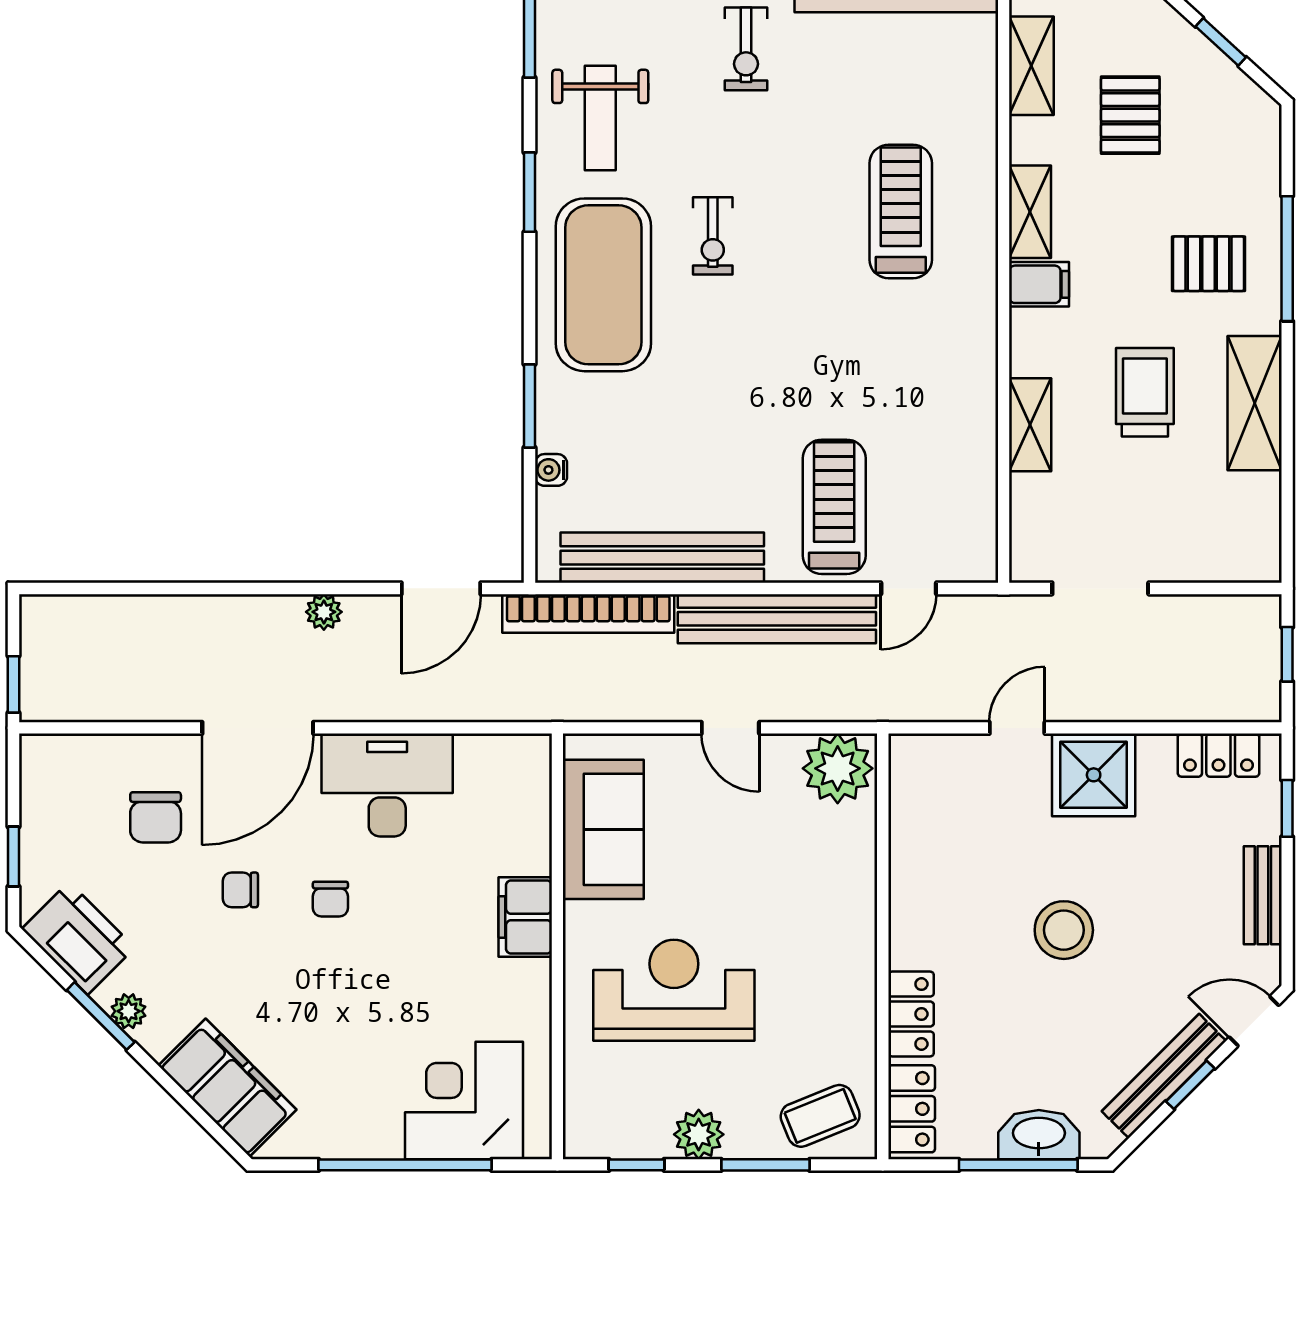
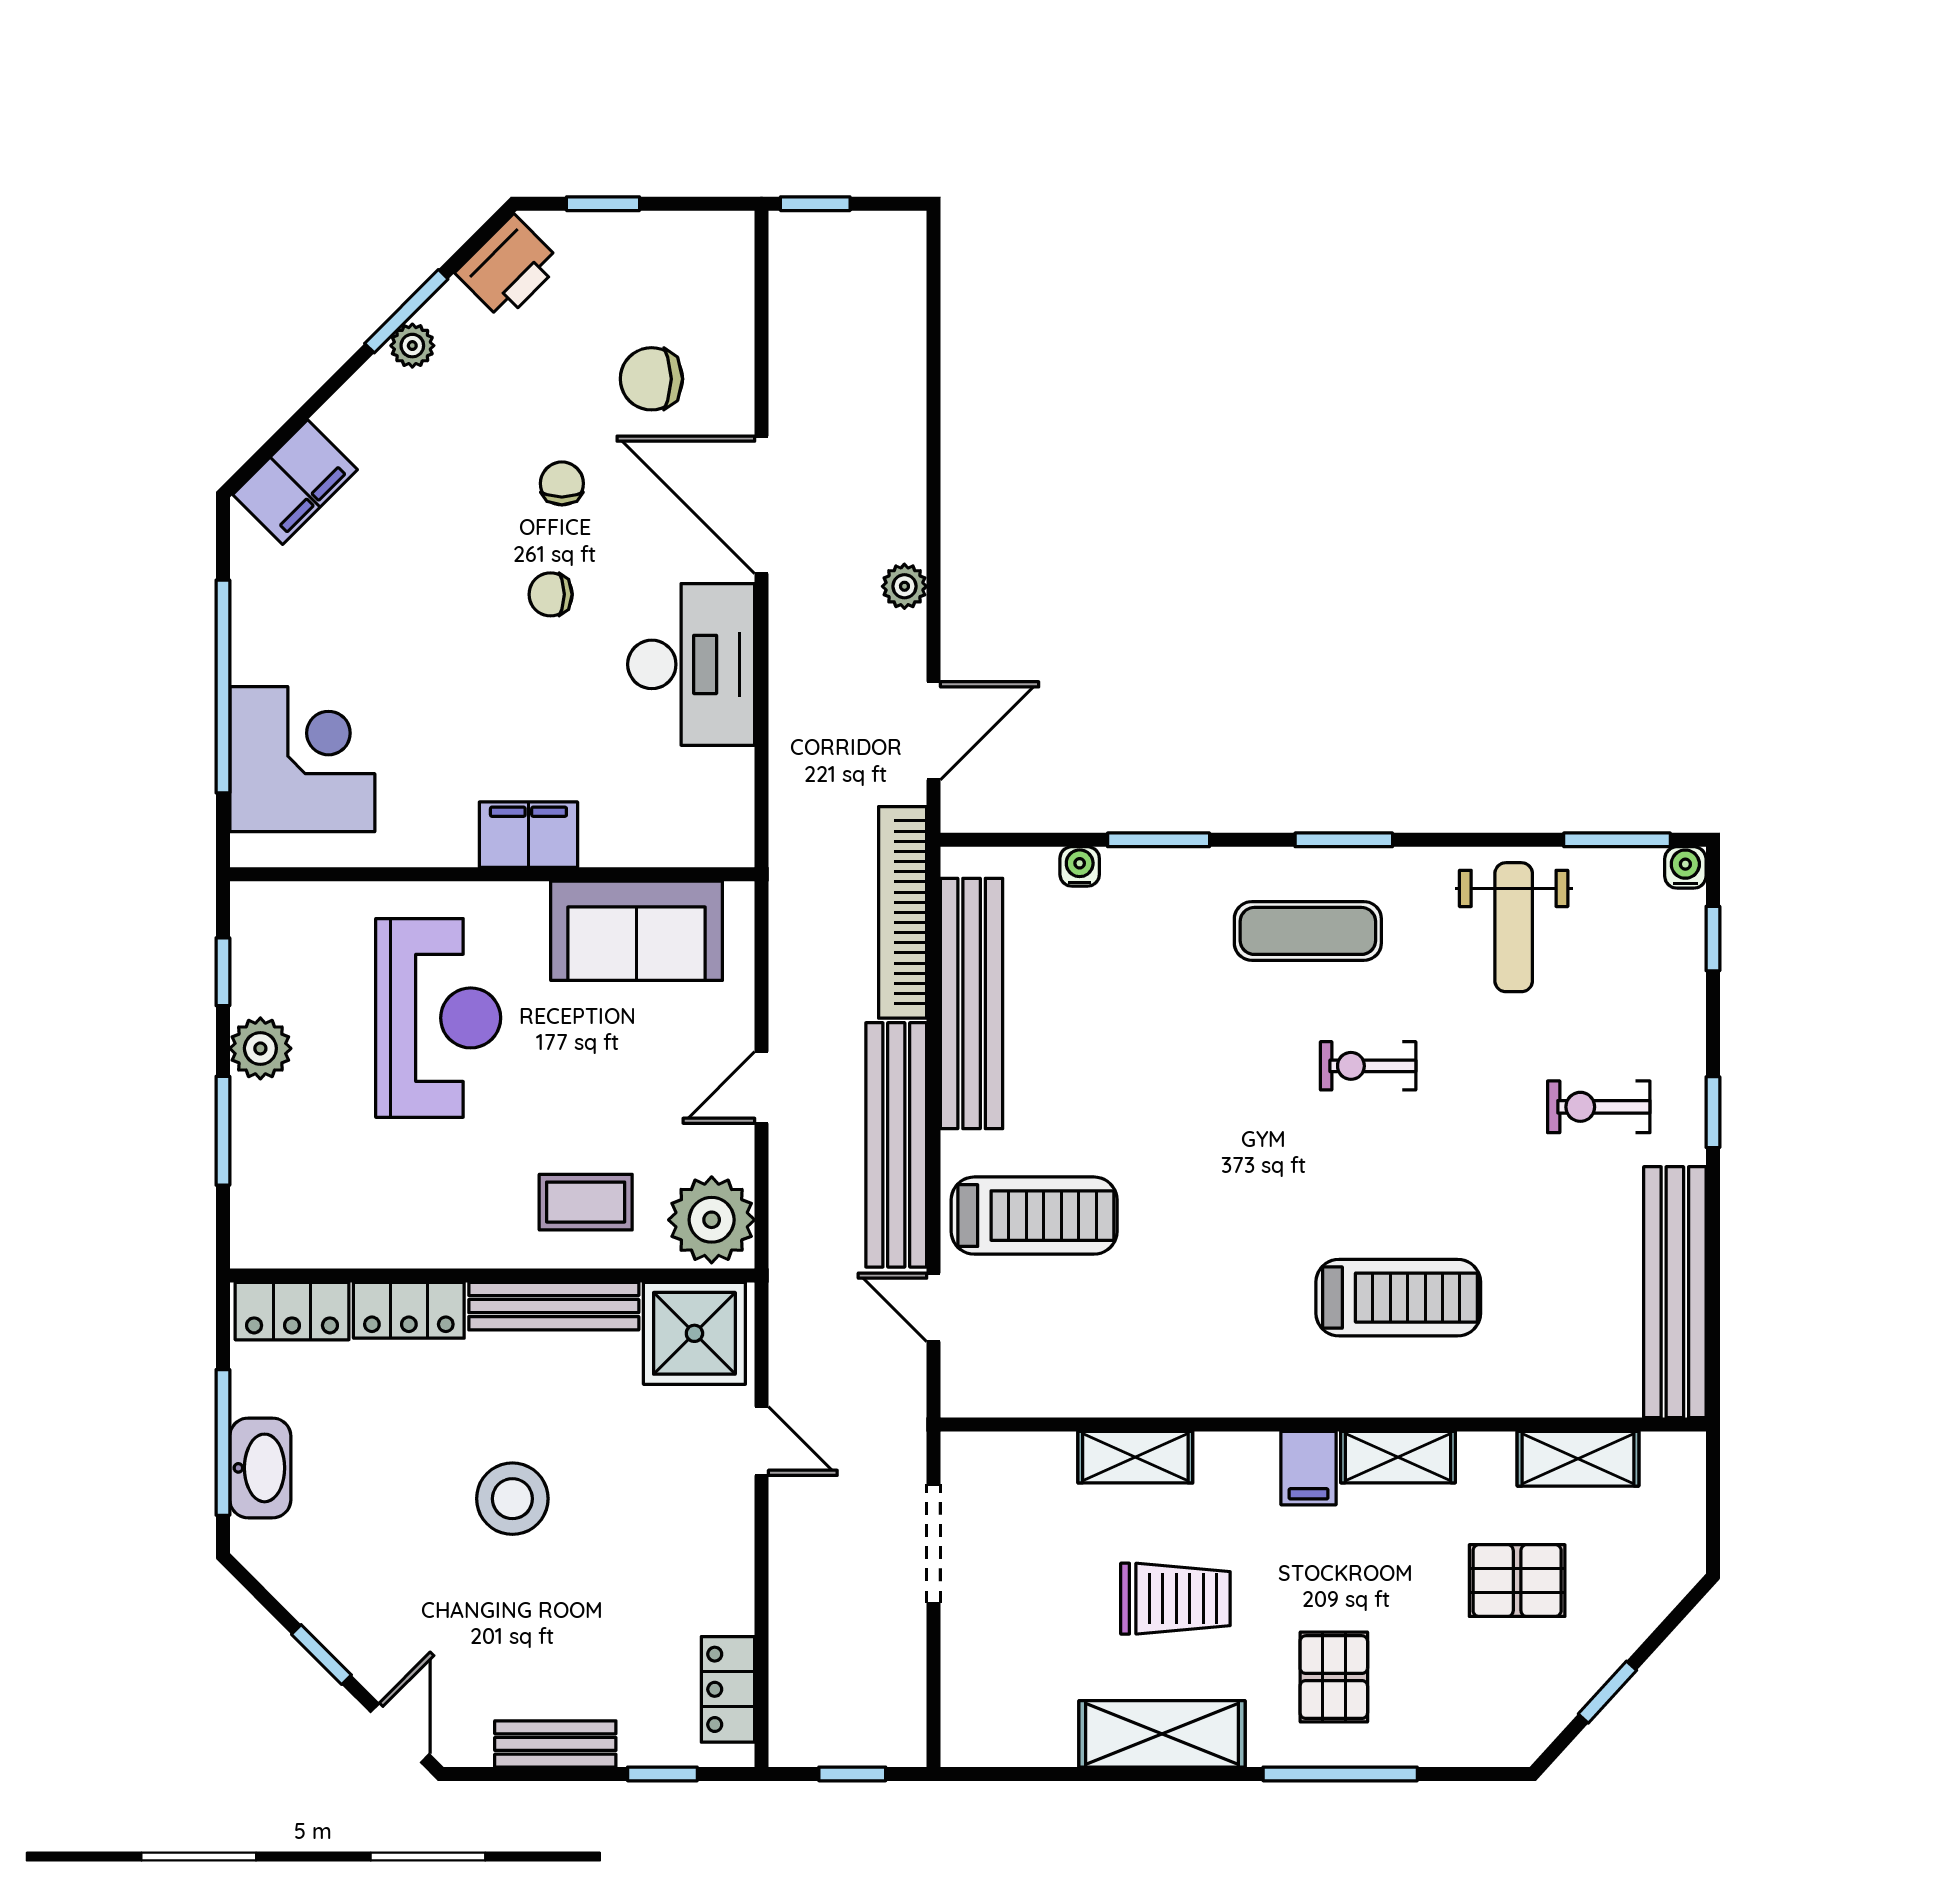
weight bench: (600, 118) -> (1514, 927), turned -90
window: (529, 192) -> (1344, 840), moved
exercise mat: (603, 285) -> (1308, 931), width x0.50, depth x0.69
door: (441, 588) -> (934, 731), swing flipped
shower: (1094, 775) -> (694, 1333), moved
printer: (78, 938) -> (509, 268), width x0.73, depth x0.84
bench: (1164, 1076) -> (554, 1306), moved, turned -45
filing cabinet: (227, 1088) -> (295, 482), width x0.67, depth x0.86
coffee table: (820, 1116) -> (586, 1202), moved, turned -68

